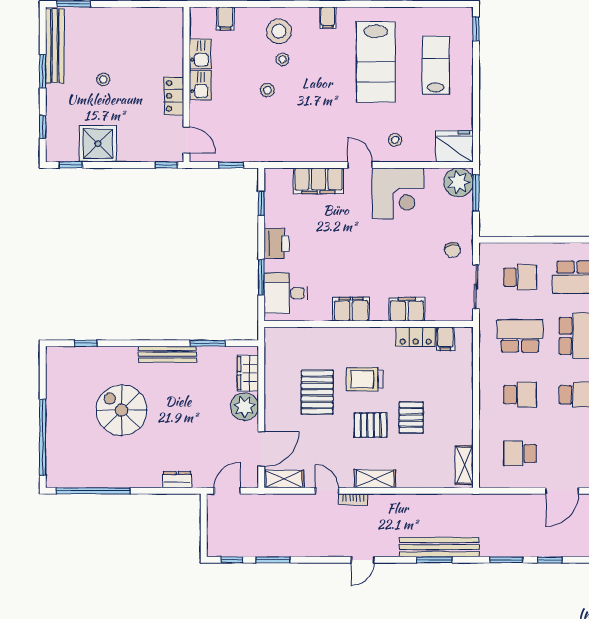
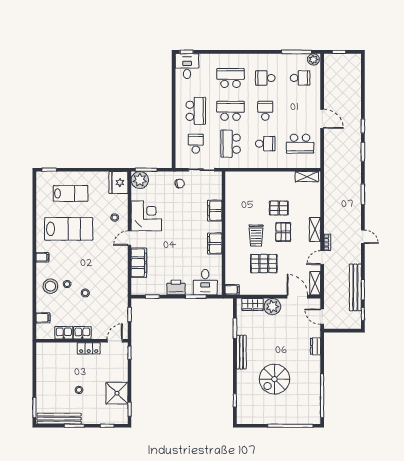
lab bench: (436, 65) -> (71, 193), turned 180
locker: (416, 337) -> (231, 205), removed
filing cabinet: (445, 339) -> (232, 290), moved
school desk: (520, 395) -> (265, 144), turned 90
school desk: (520, 453) -> (300, 144), width x1.85
bench: (439, 547) -> (355, 287), moved

